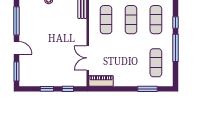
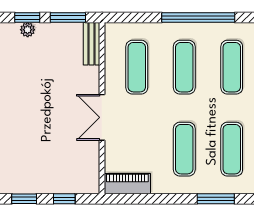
double door: (88, 58) -> (102, 117), moved
exercise mat: (131, 63) -> (184, 149), added

